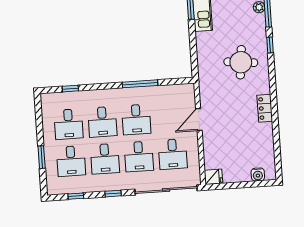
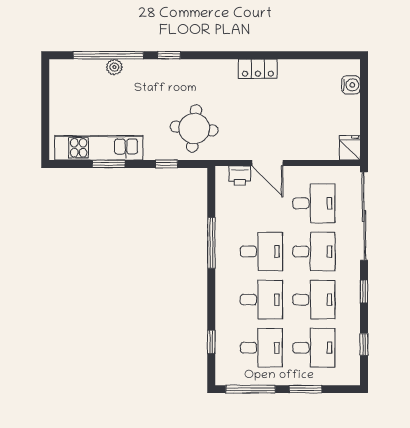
window: (193, 49) -> (167, 164), added
round table: (241, 62) -> (194, 128), moved
printer: (189, 101) -> (240, 176), added
window: (39, 118) -> (251, 389), added

